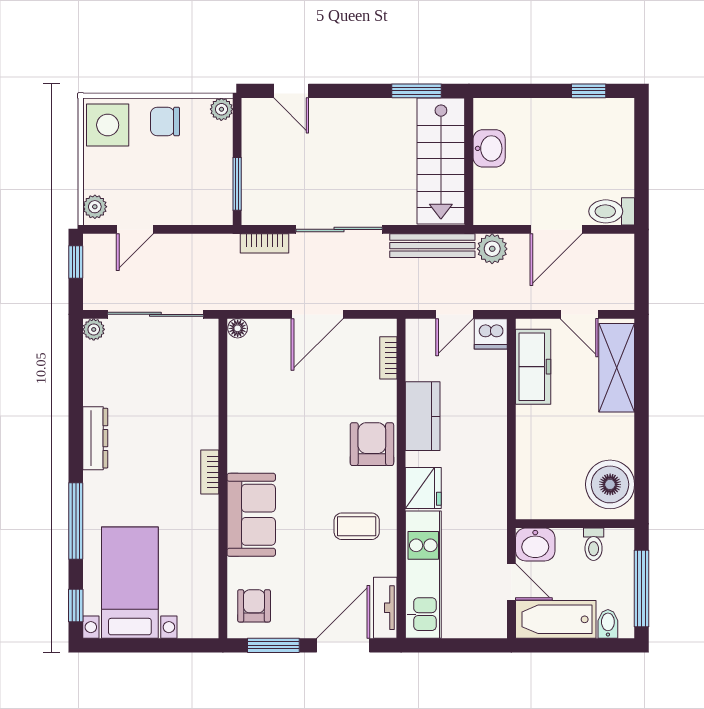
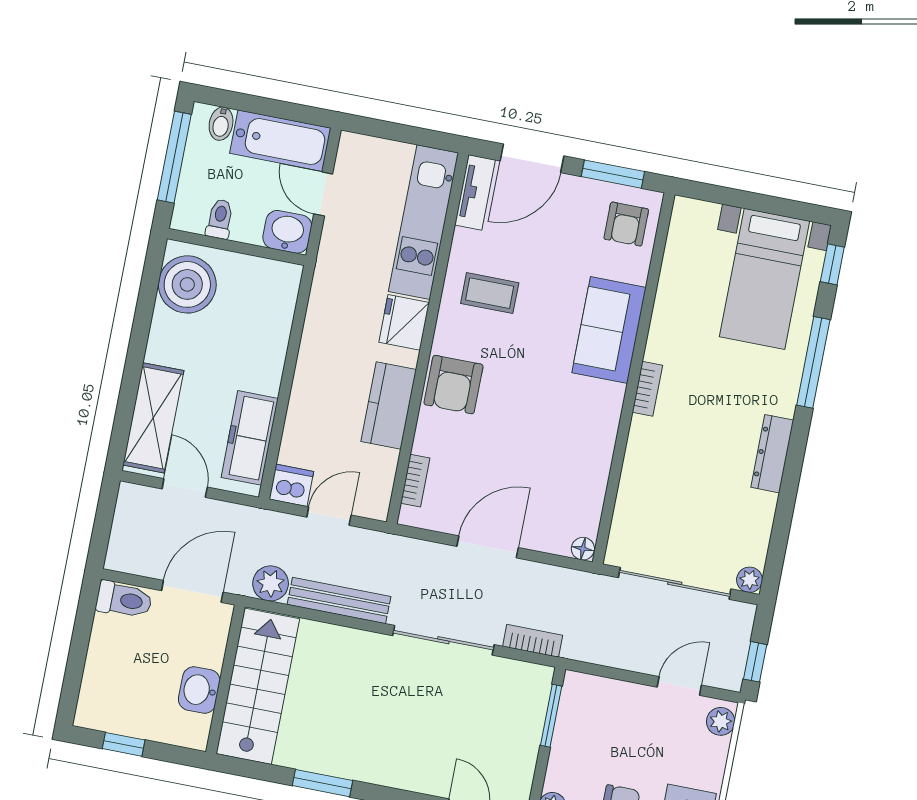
washbasin: (489, 148) -> (199, 690), moved
stairs: (441, 161) -> (258, 686), moved
wall: (469, 162) -> (225, 679), moved

